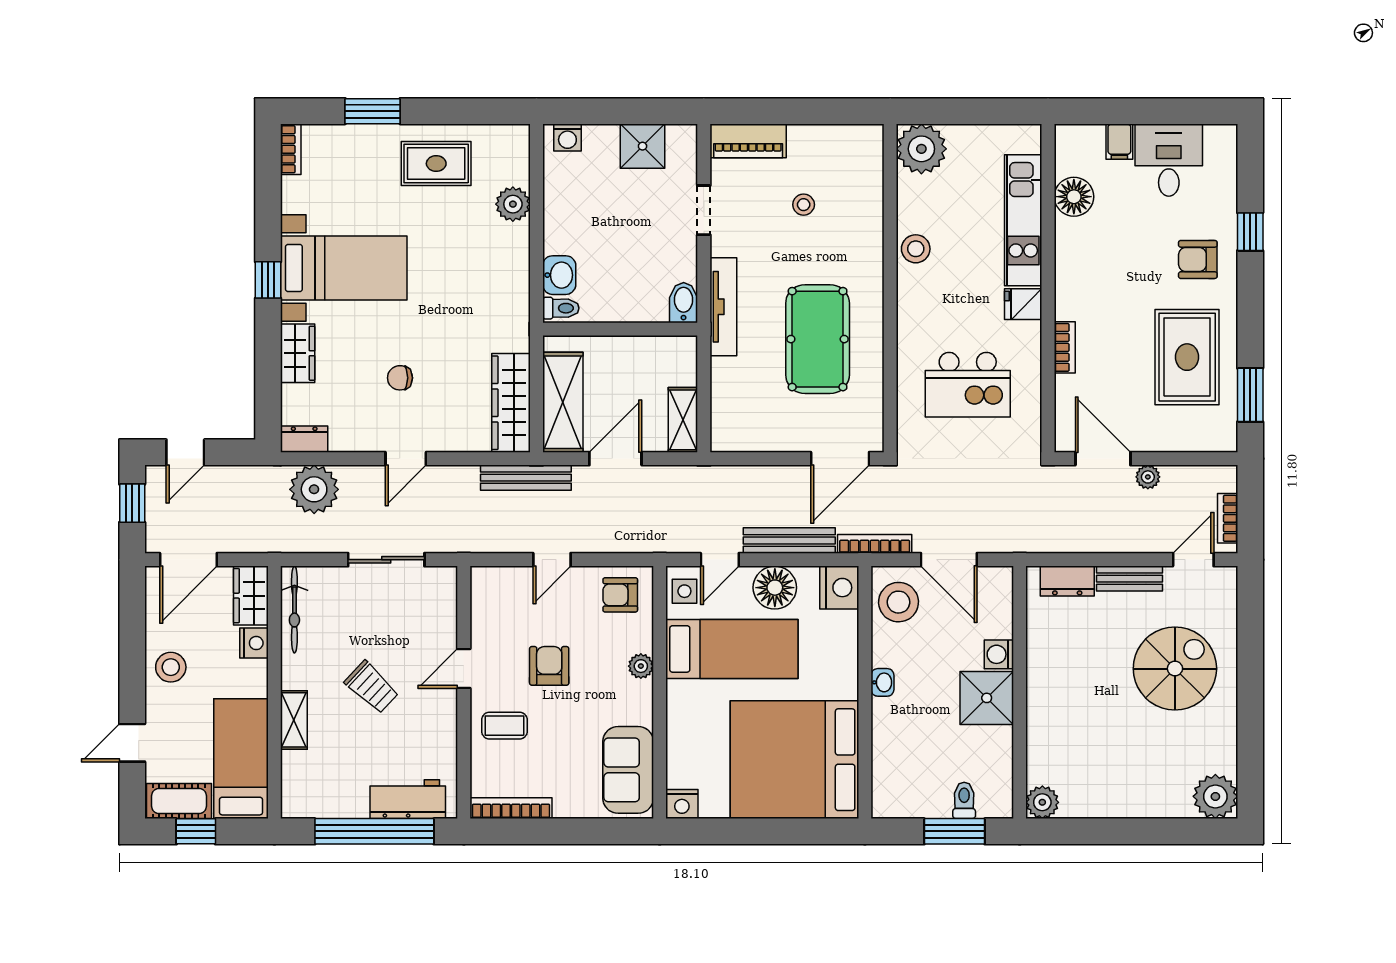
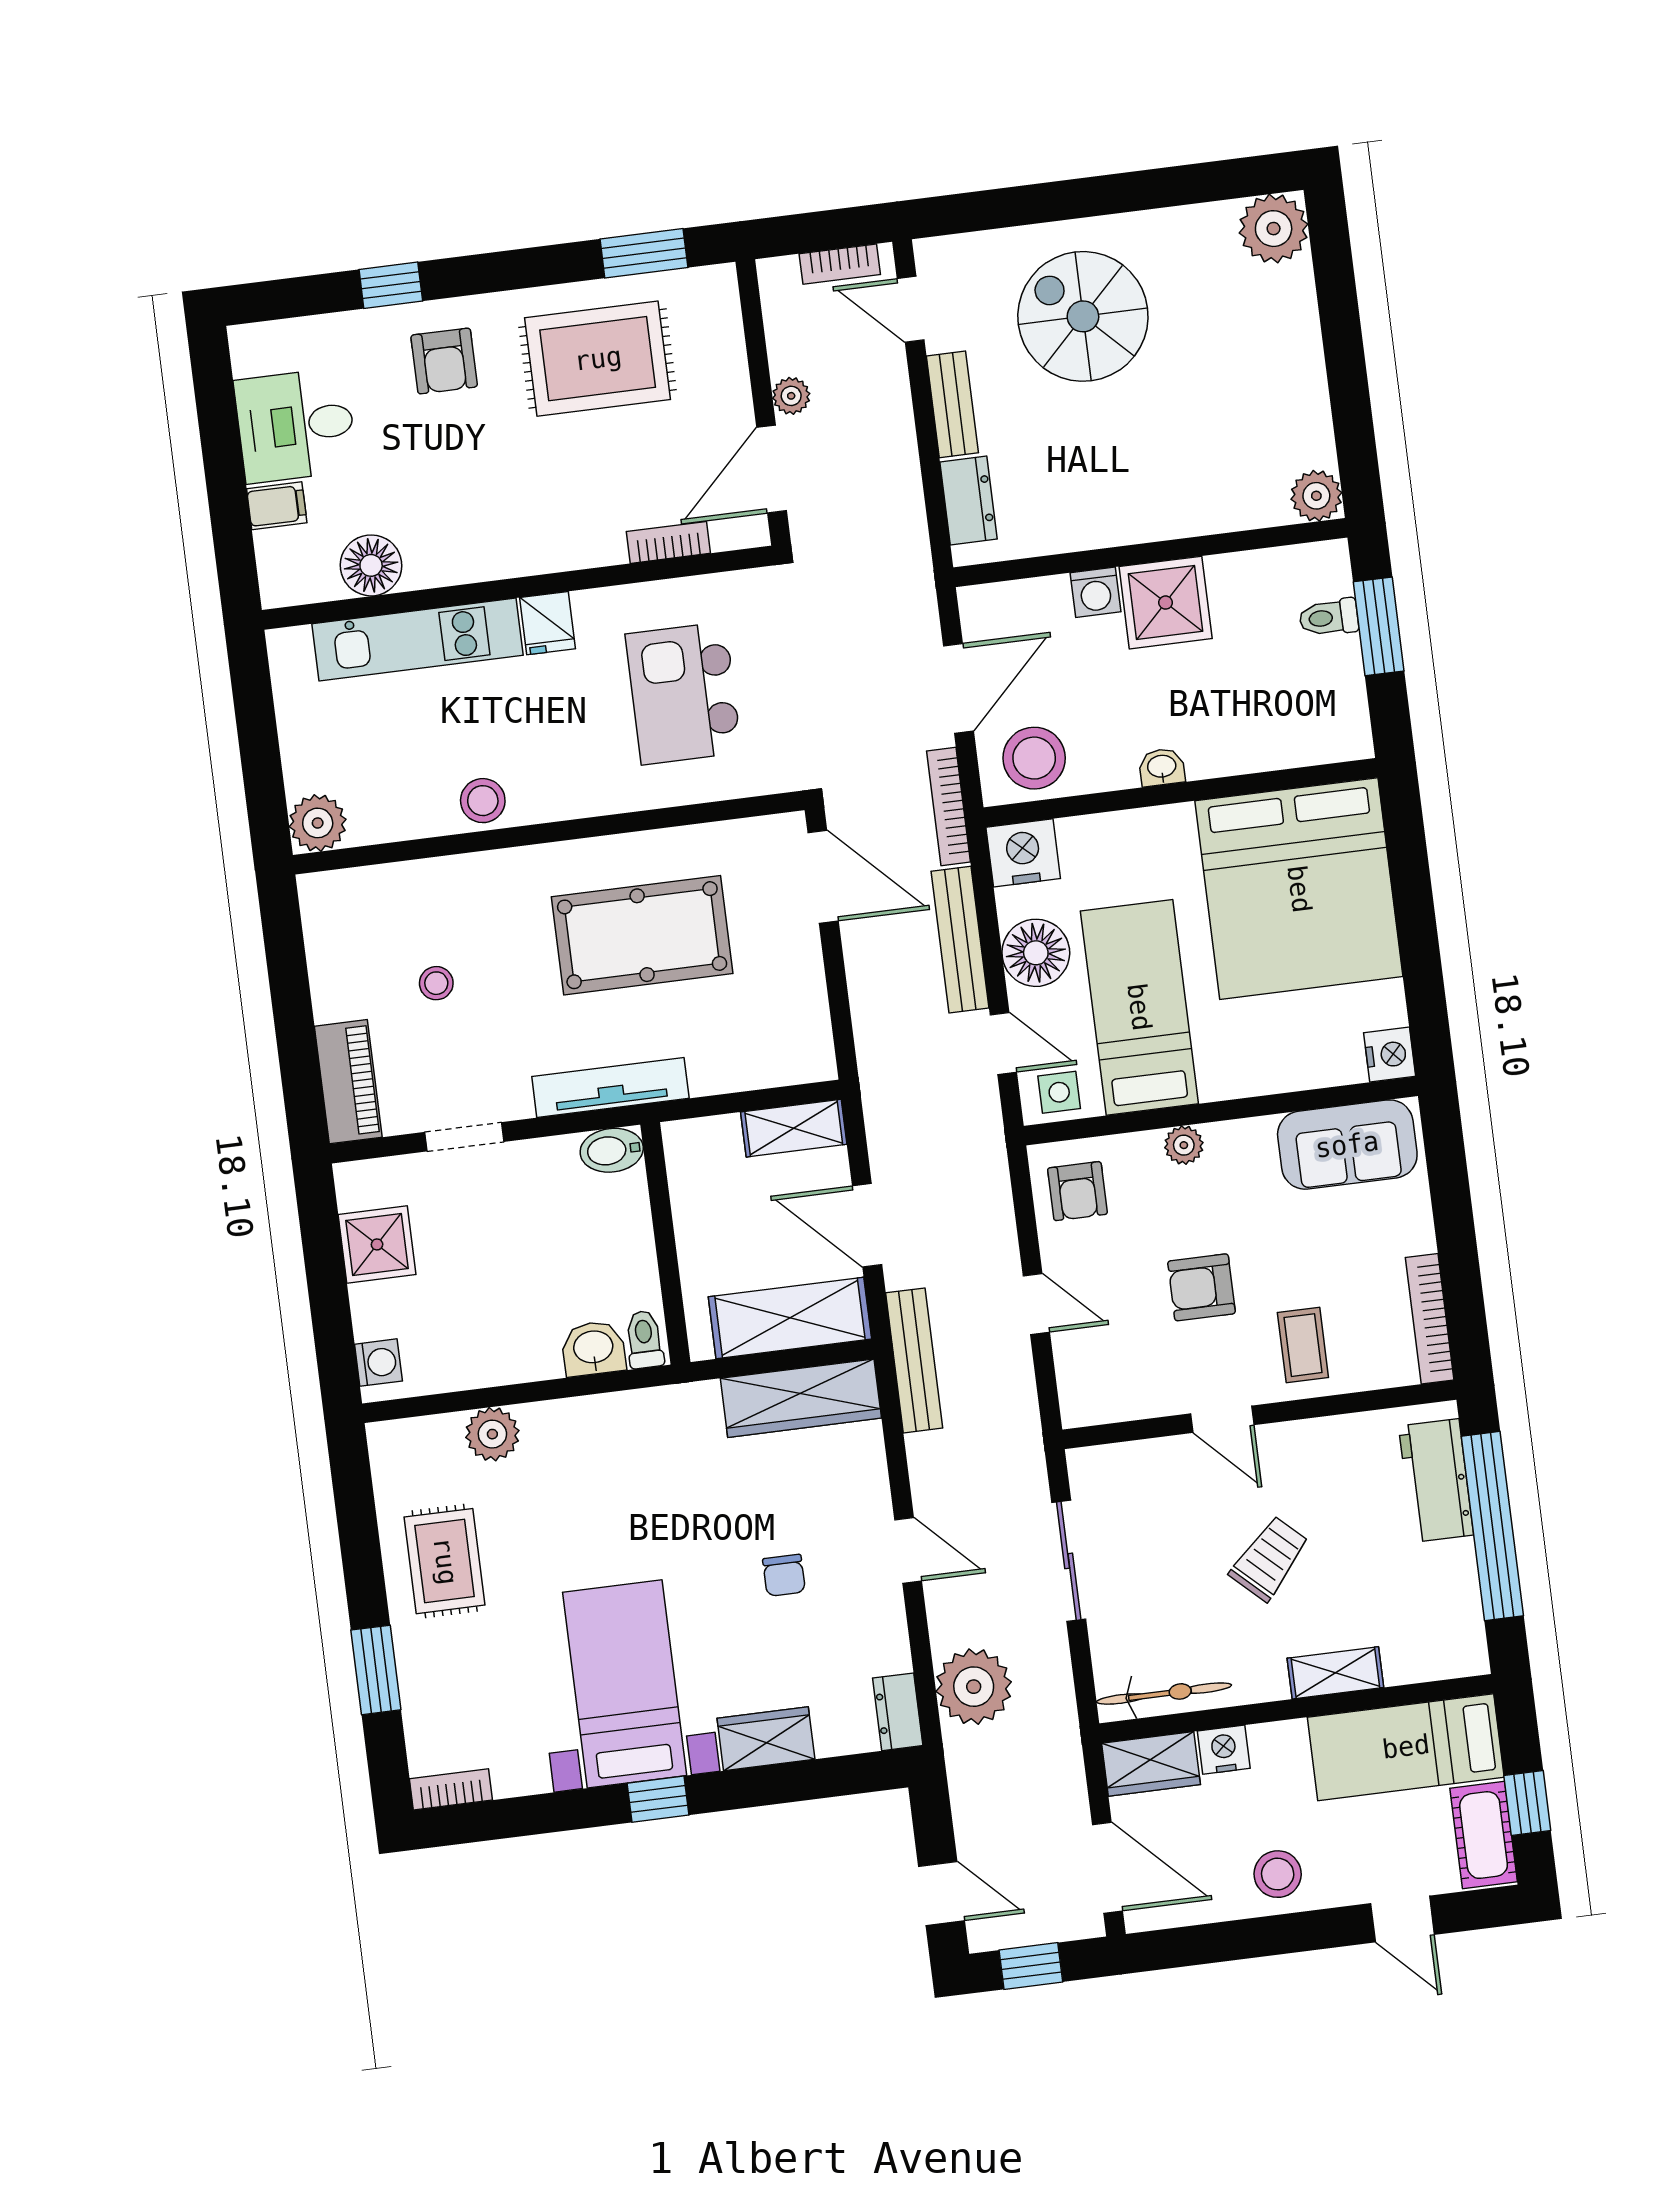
plant: (921, 149) -> (318, 823), width x0.73, depth x0.73
bookcase: (1065, 347) -> (668, 542), moved
kitchen island: (968, 385) -> (683, 693), turned 180

